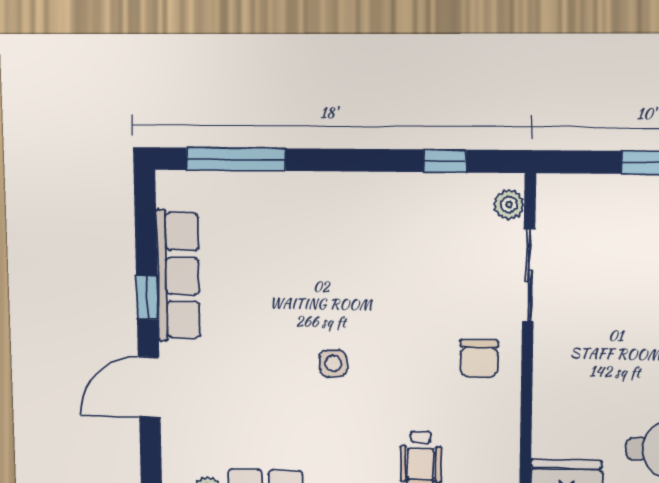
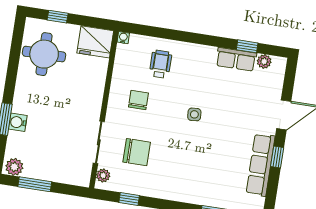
chair: (443, 266) -> (137, 152), added
chair: (479, 358) -> (138, 100), moved

